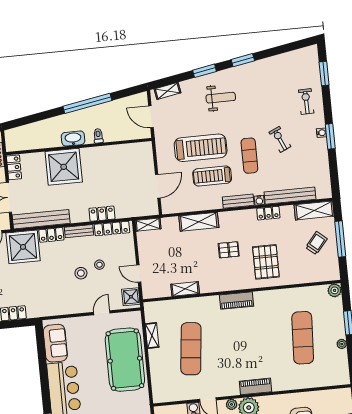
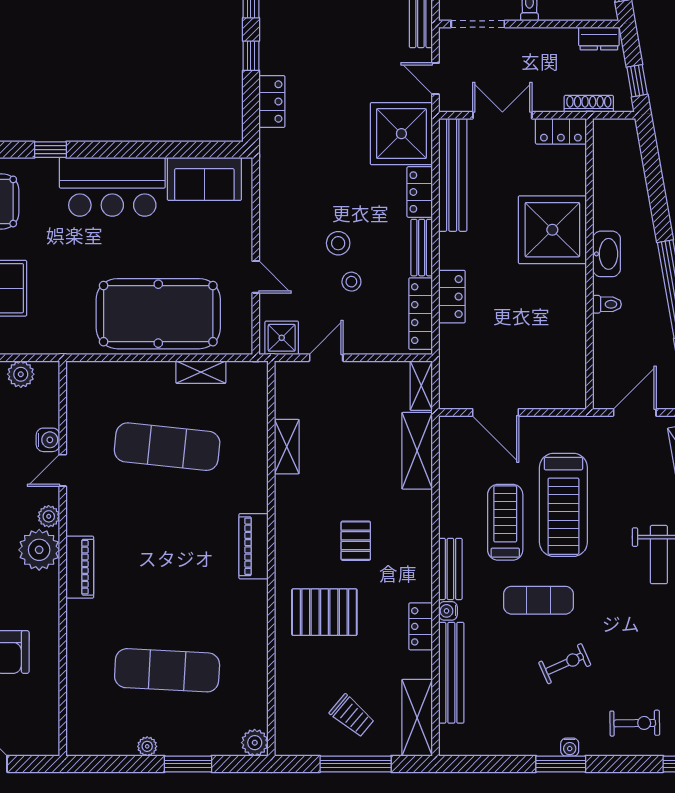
shelving: (199, 222) -> (417, 451), moved

